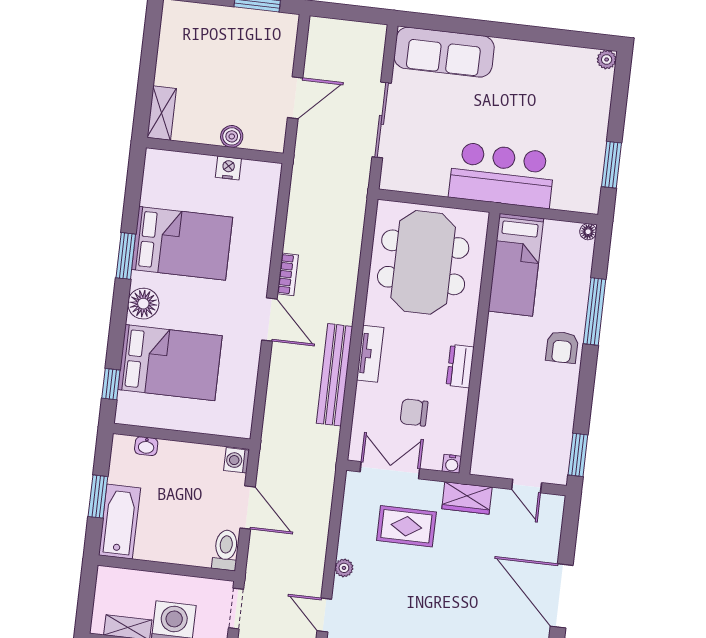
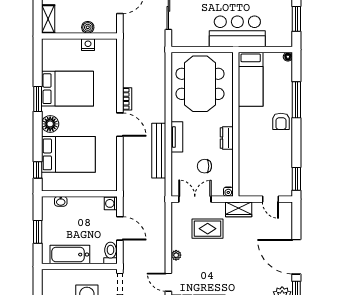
bathtub: (120, 522) -> (70, 255), moved, turned -90

